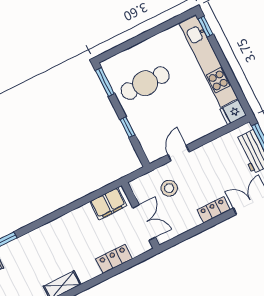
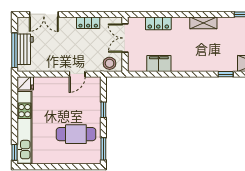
stool: (169, 188) -> (110, 63), moved
filing cabinet: (108, 204) -> (159, 63), moved
locker: (214, 210) -> (88, 23), moved

